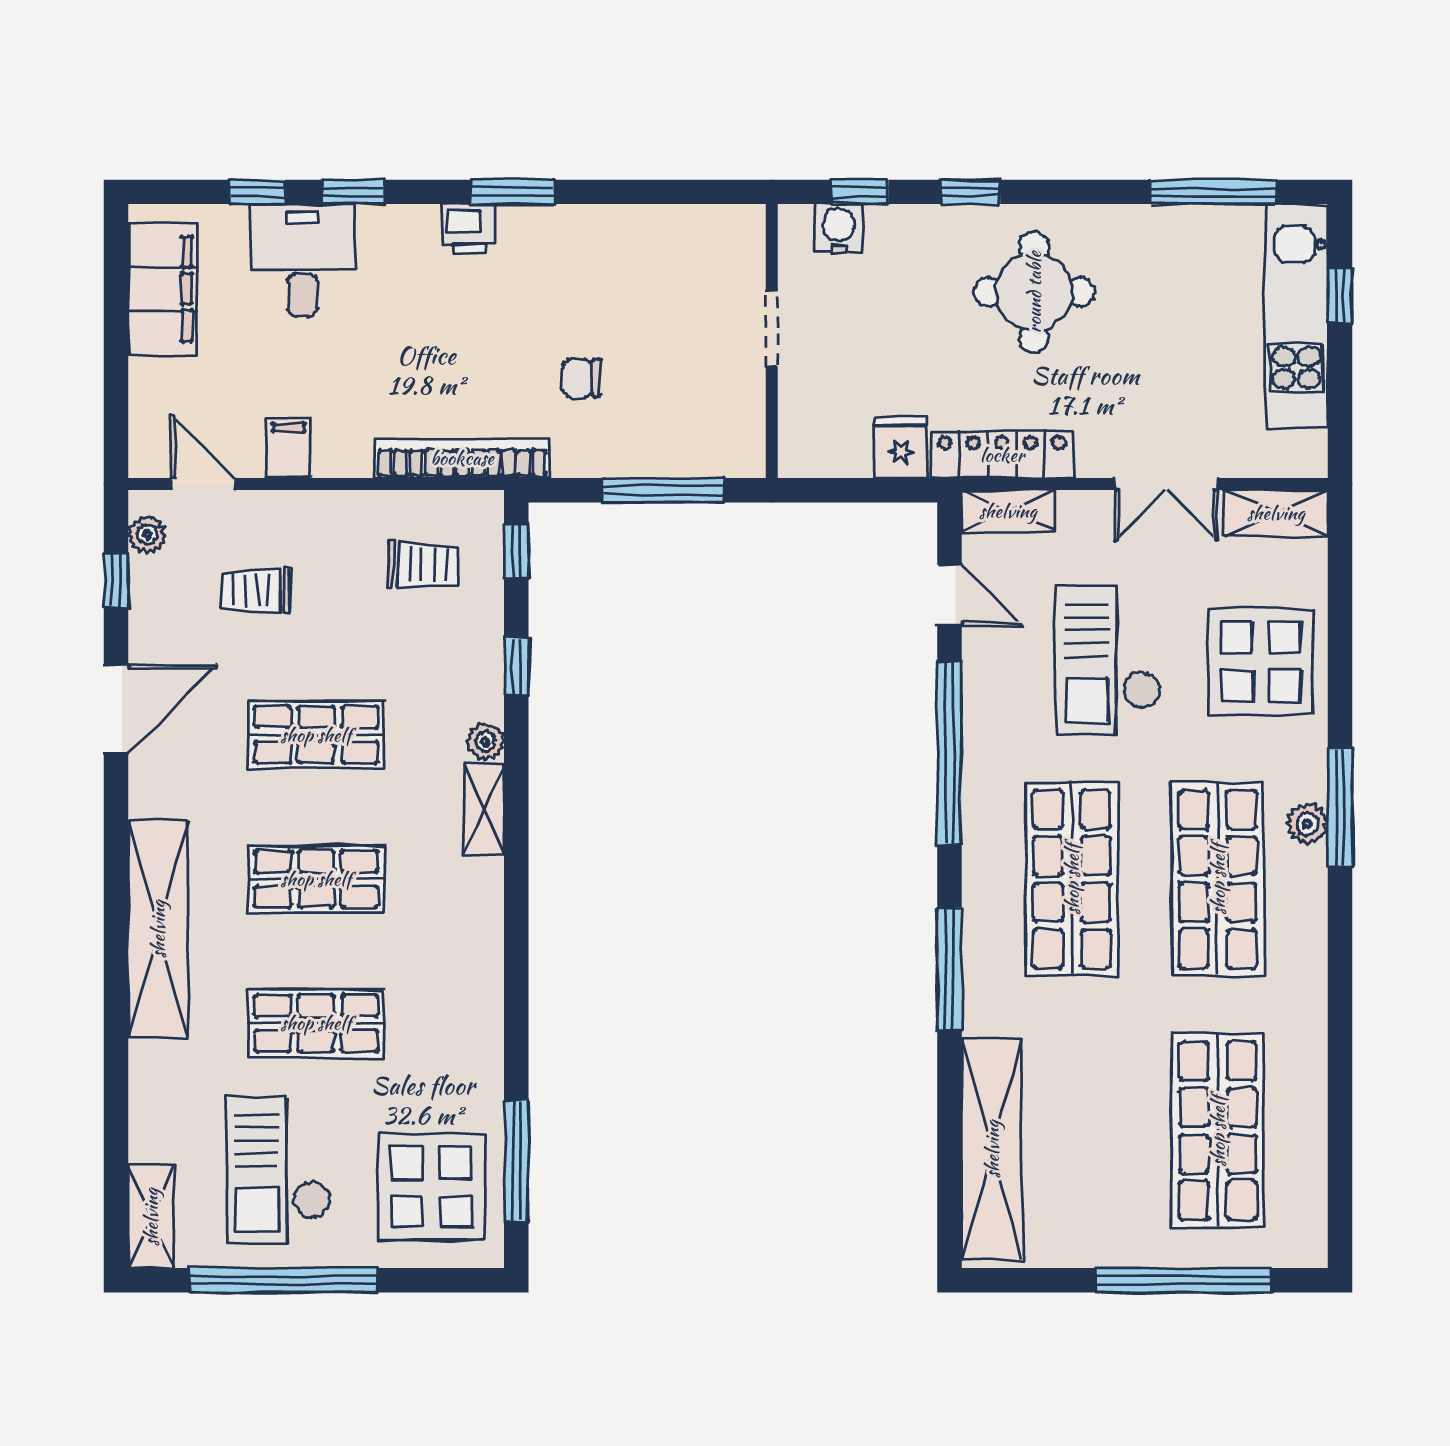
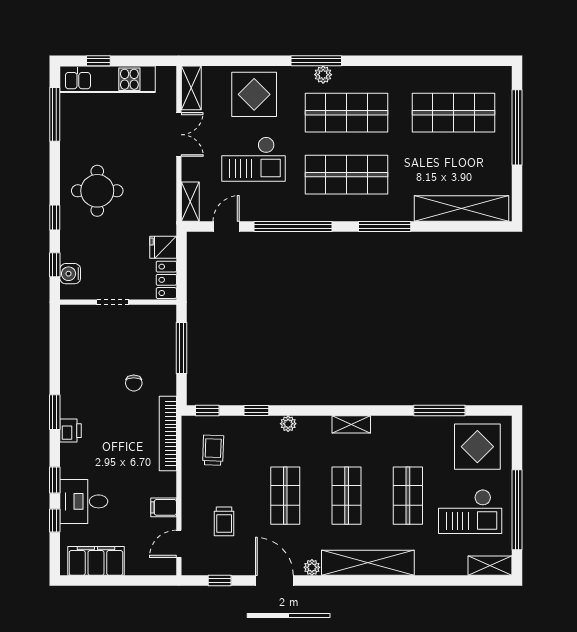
locker: (1002, 455) -> (166, 280), moved, width x0.66
plant: (147, 534) -> (312, 567), moved
shelving: (484, 809) -> (351, 424), moved
window: (516, 1161) -> (439, 411), moved

